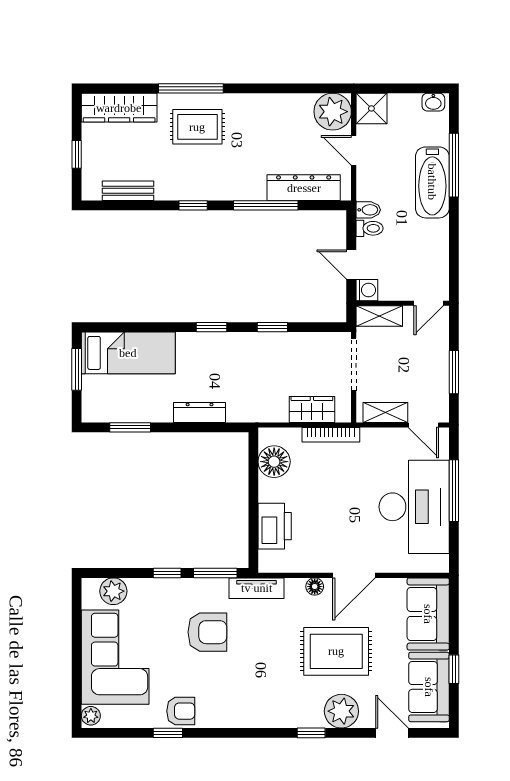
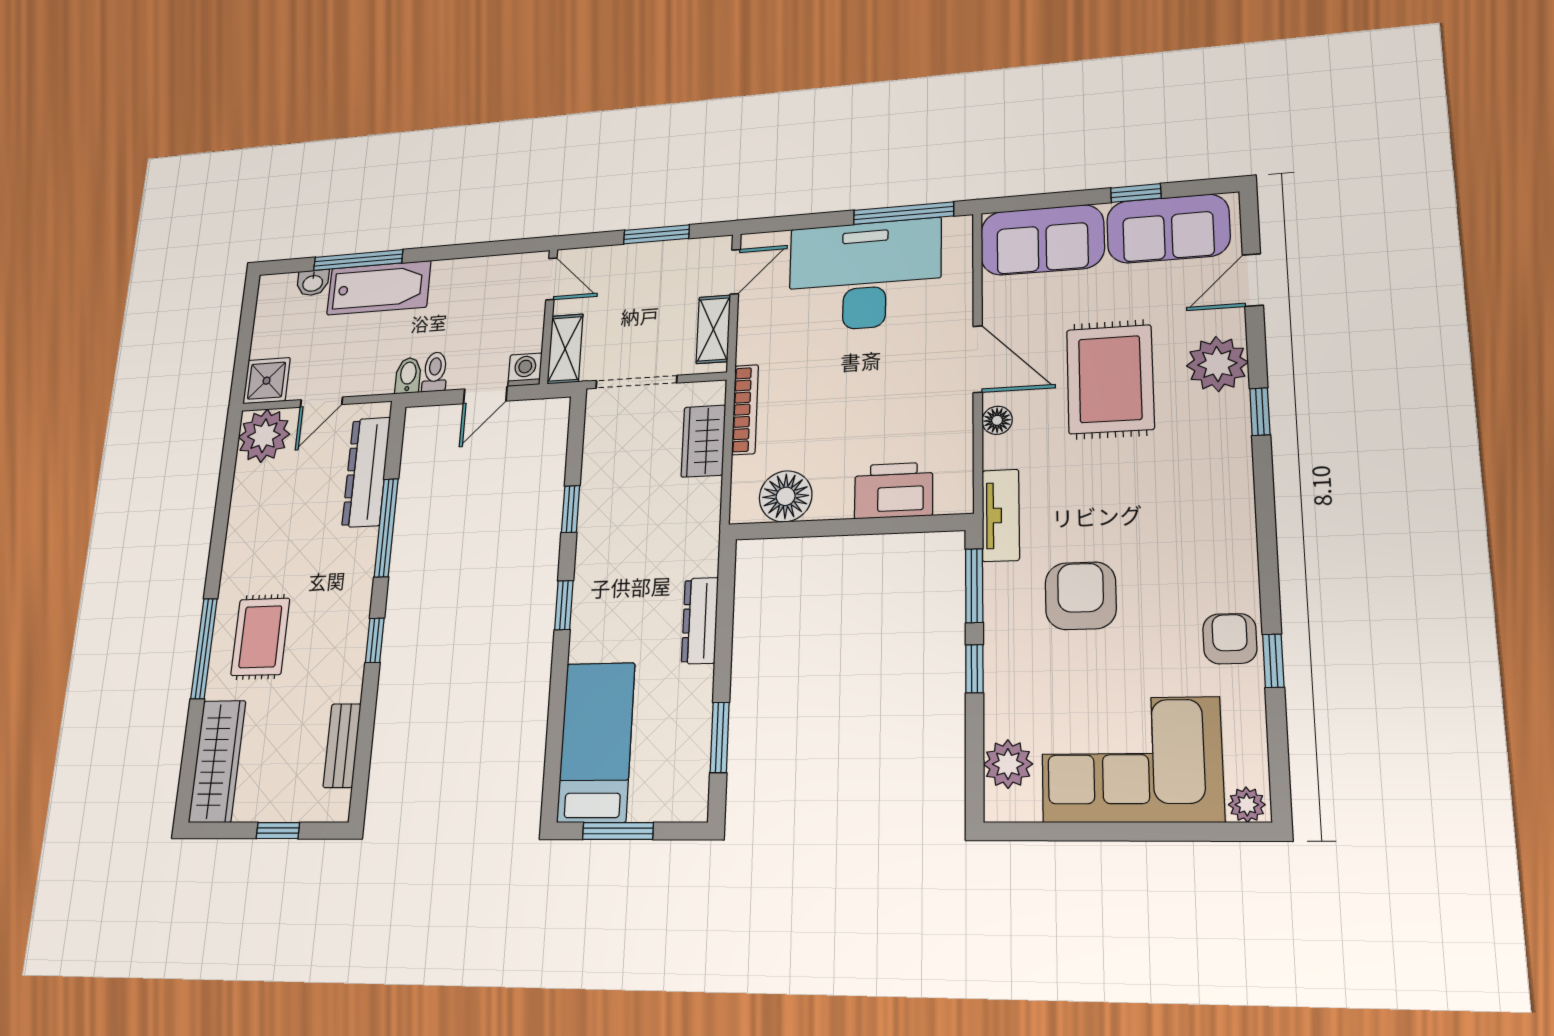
washbasin: (433, 102) -> (313, 283), moved, turned 90
window: (454, 491) -> (903, 213), moved

